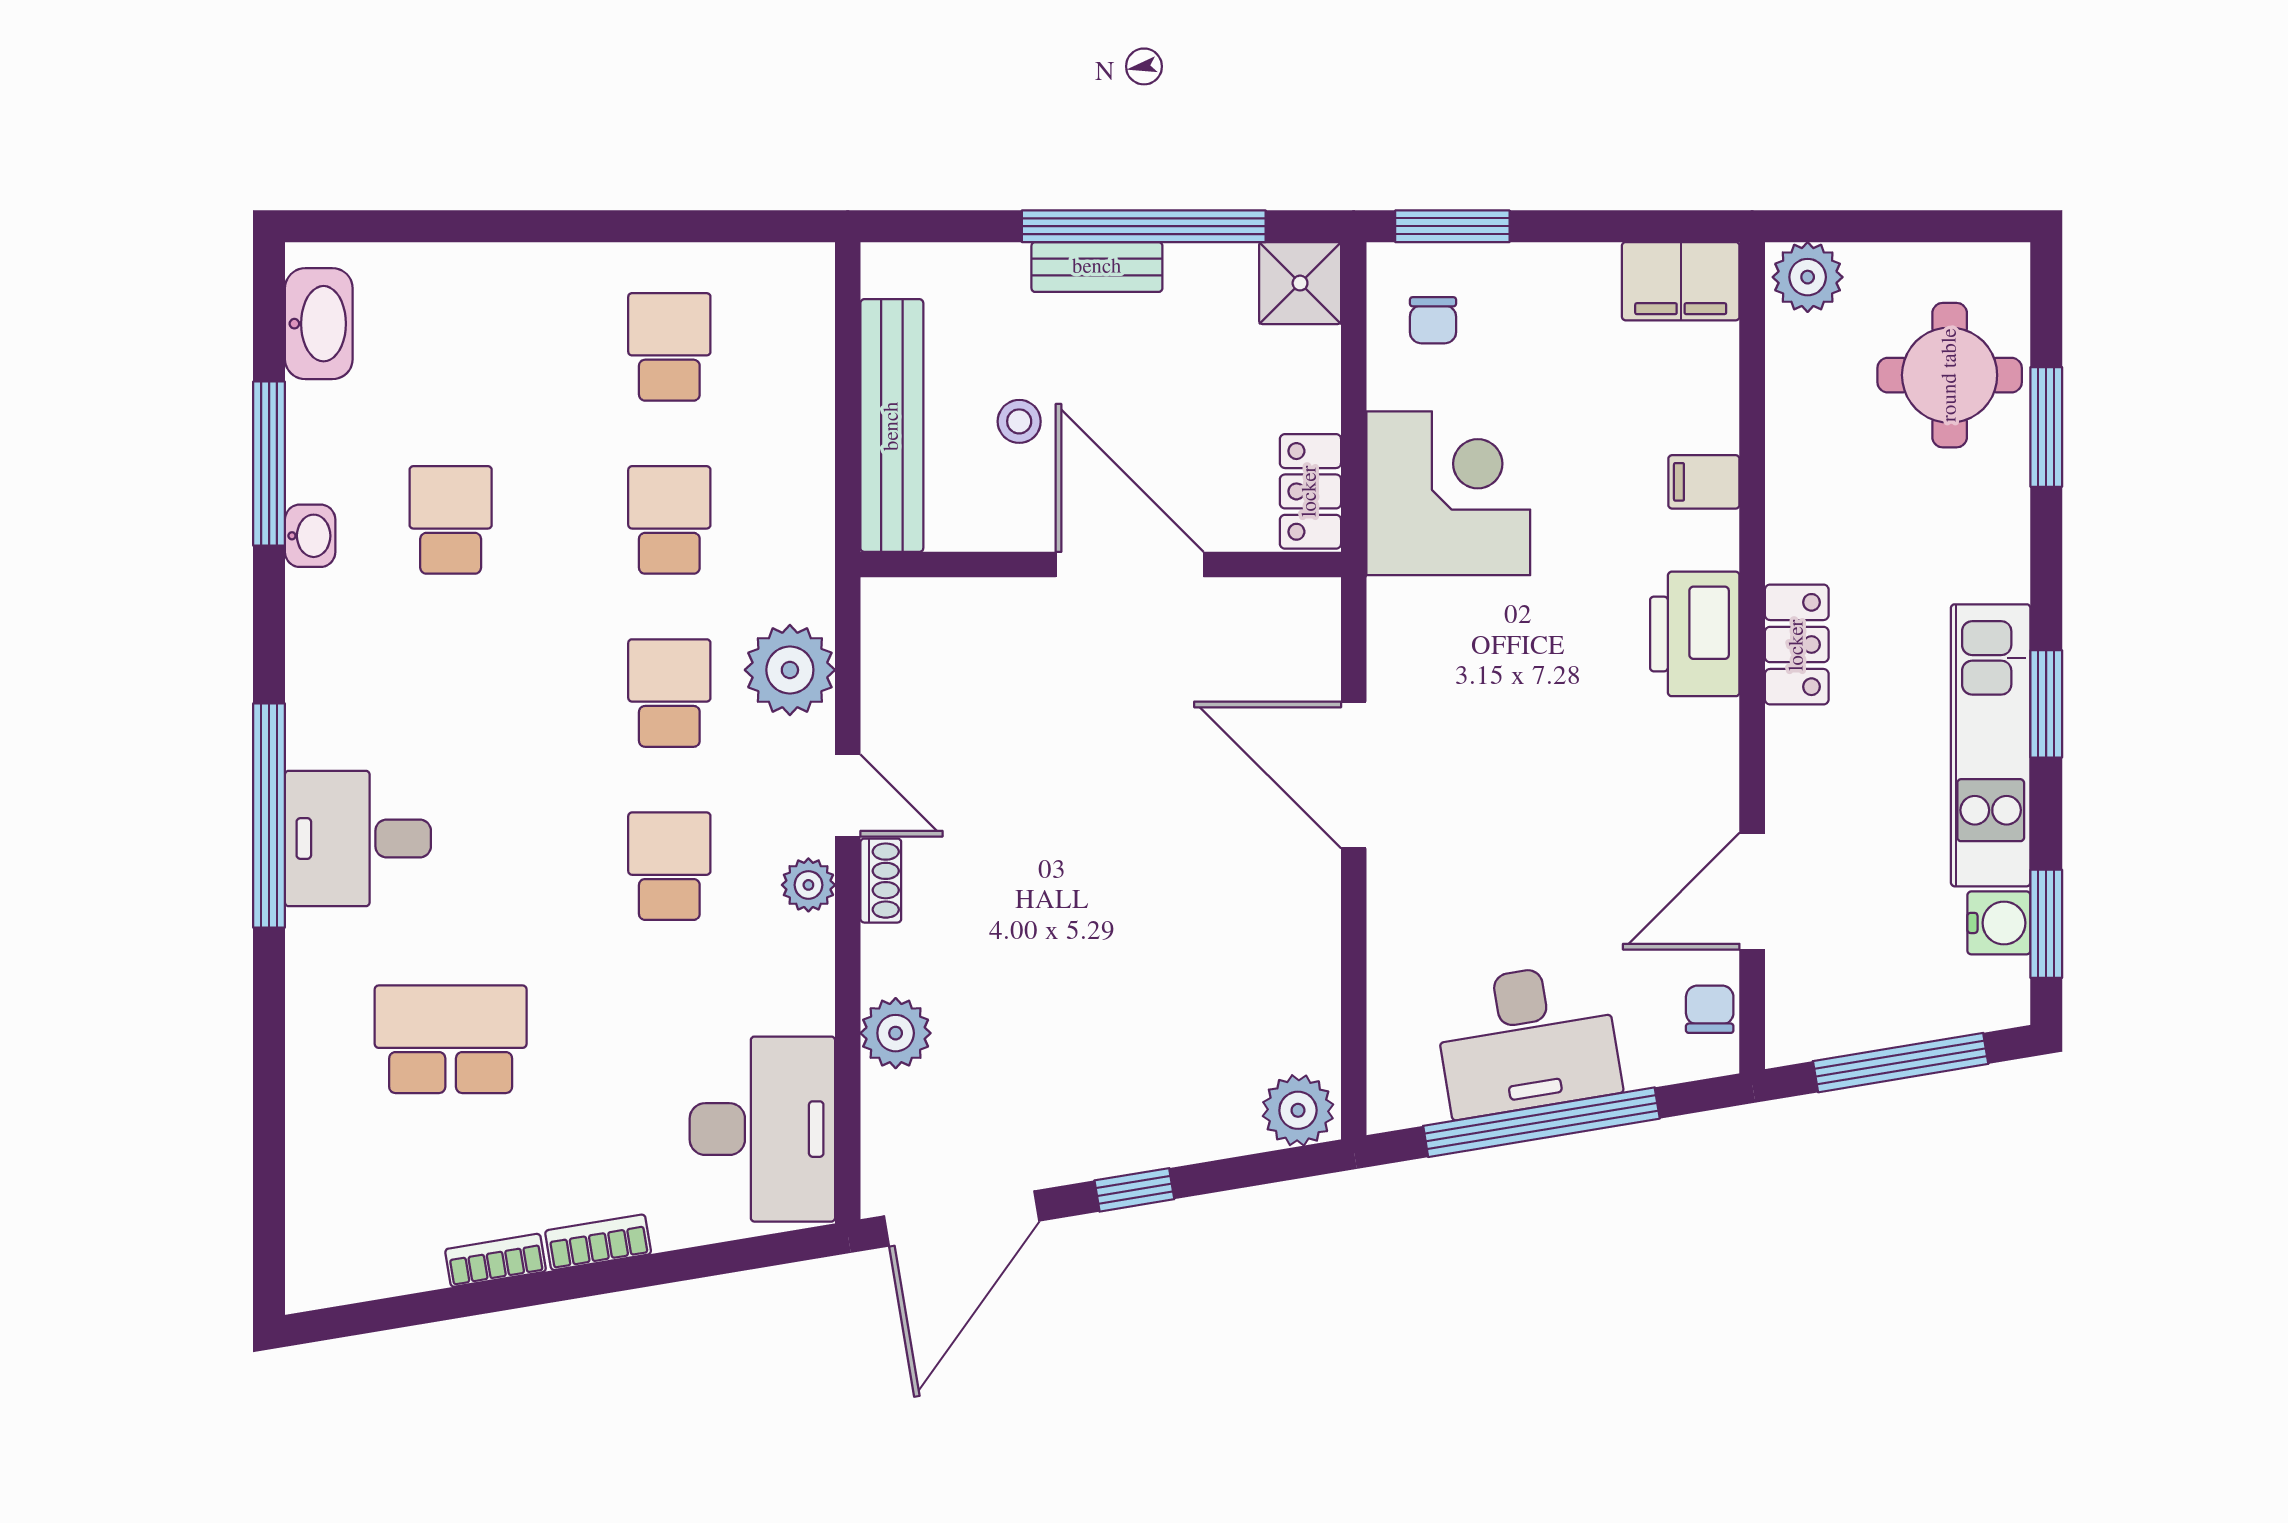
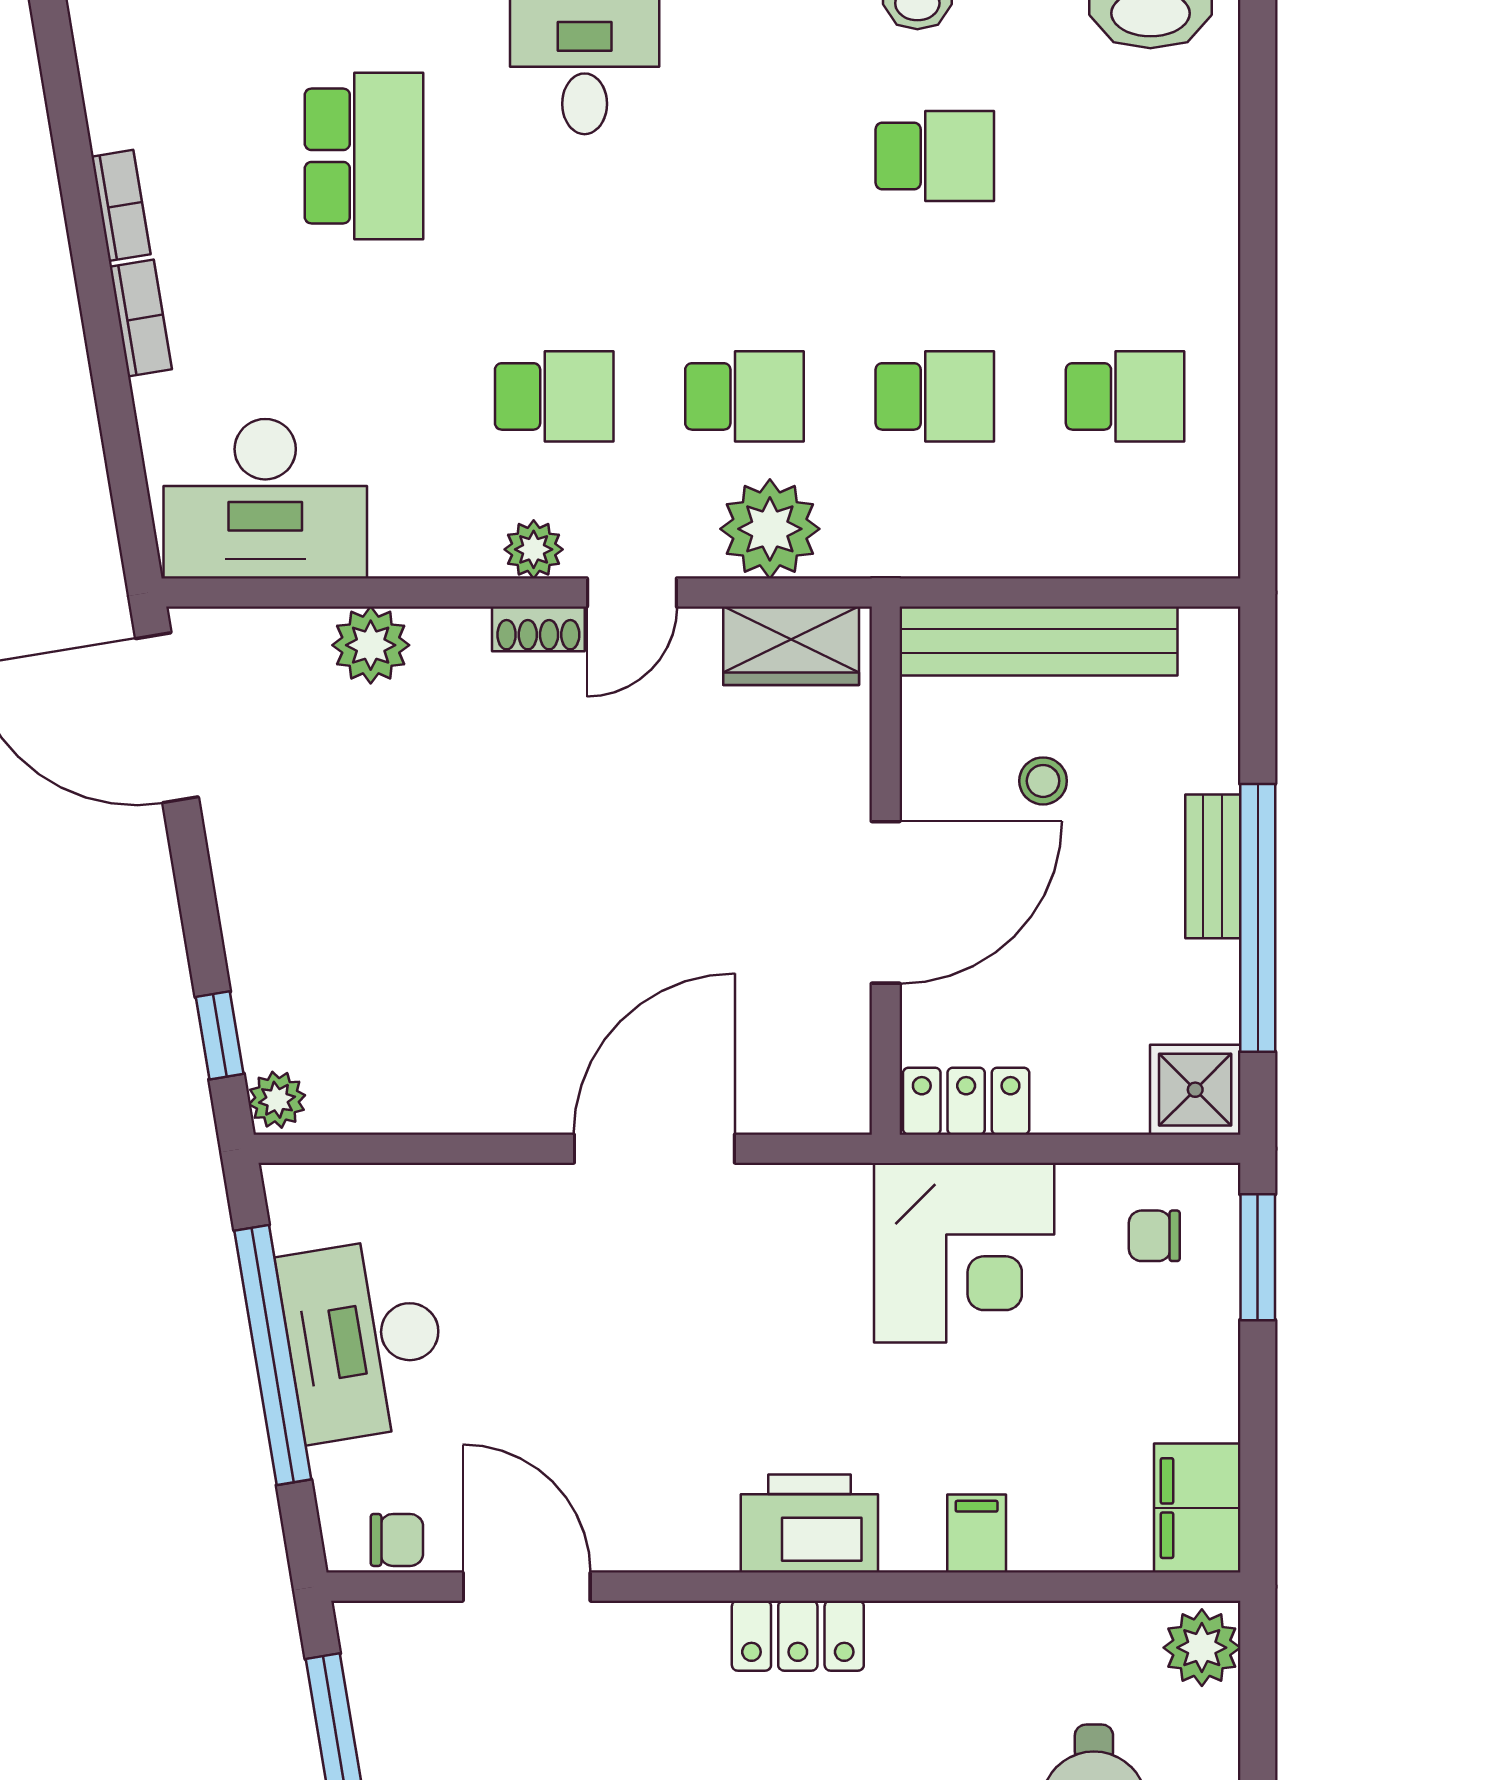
wardrobe: (896, 651) -> (791, 646), added
plant: (1298, 1110) -> (277, 1100), width x0.73, depth x0.73
window: (1134, 1190) -> (220, 1035), moved

